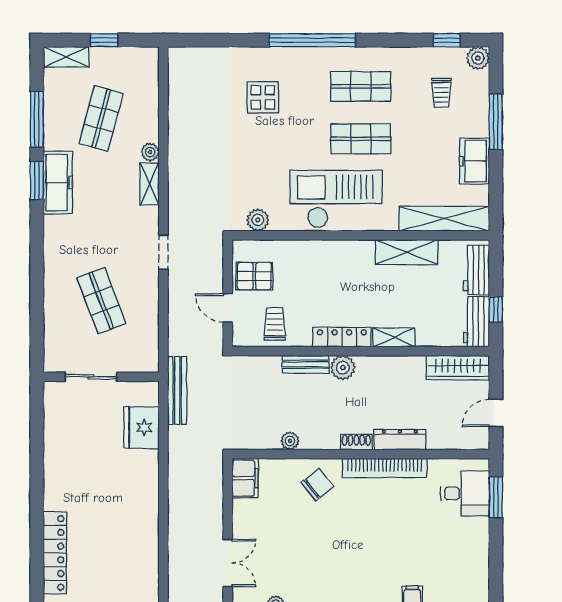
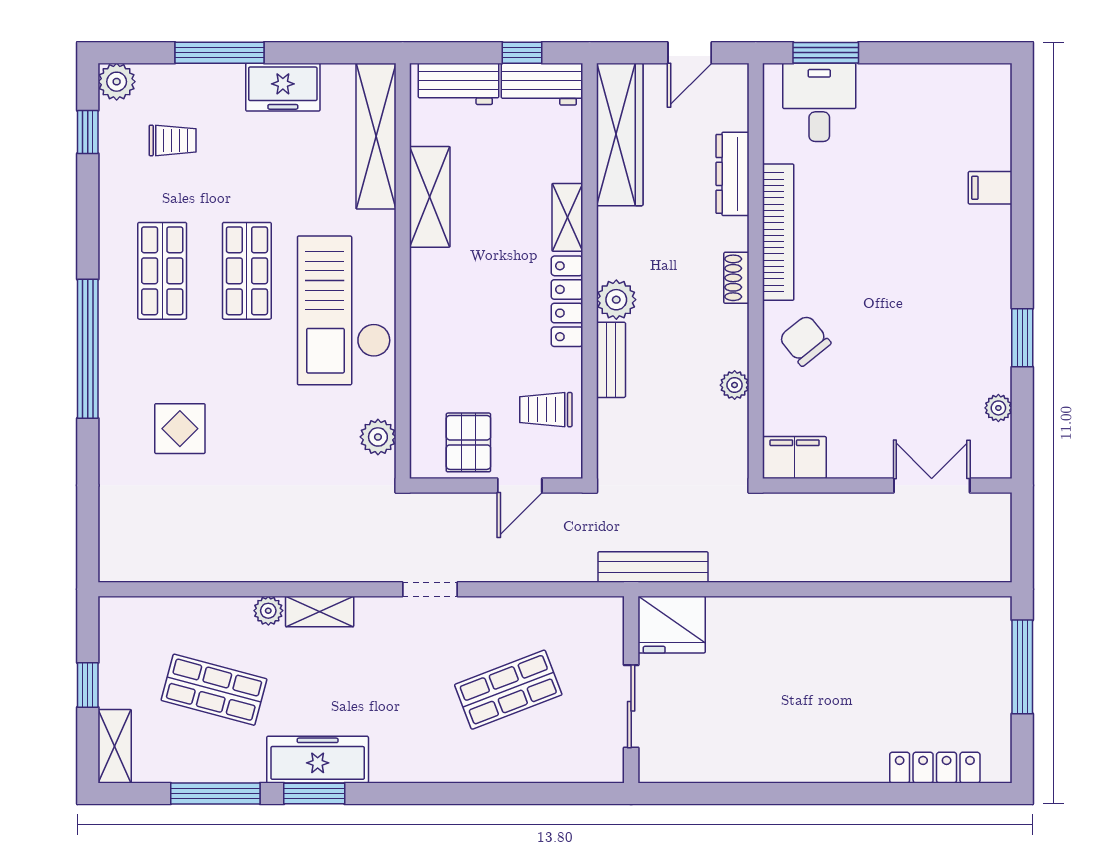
wardrobe: (458, 368) -> (620, 135), width x1.40, depth x1.17
door: (496, 413) -> (690, 53), hinge flipped
fridge: (142, 428) -> (672, 625), moved
dresser: (400, 440) -> (733, 174), moved
locker: (55, 553) -> (935, 768), width x0.71, depth x0.83

